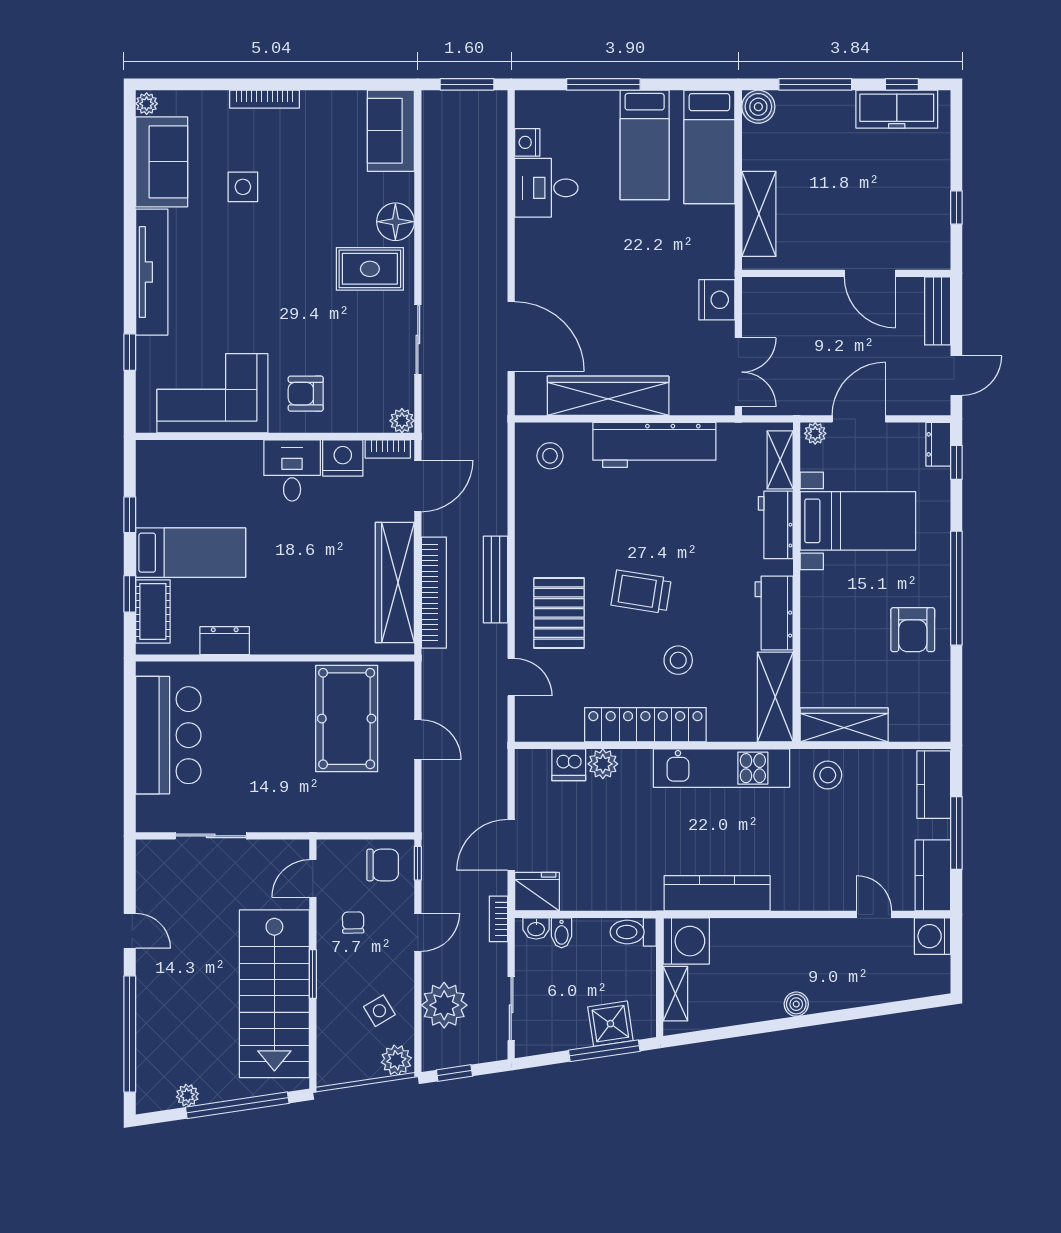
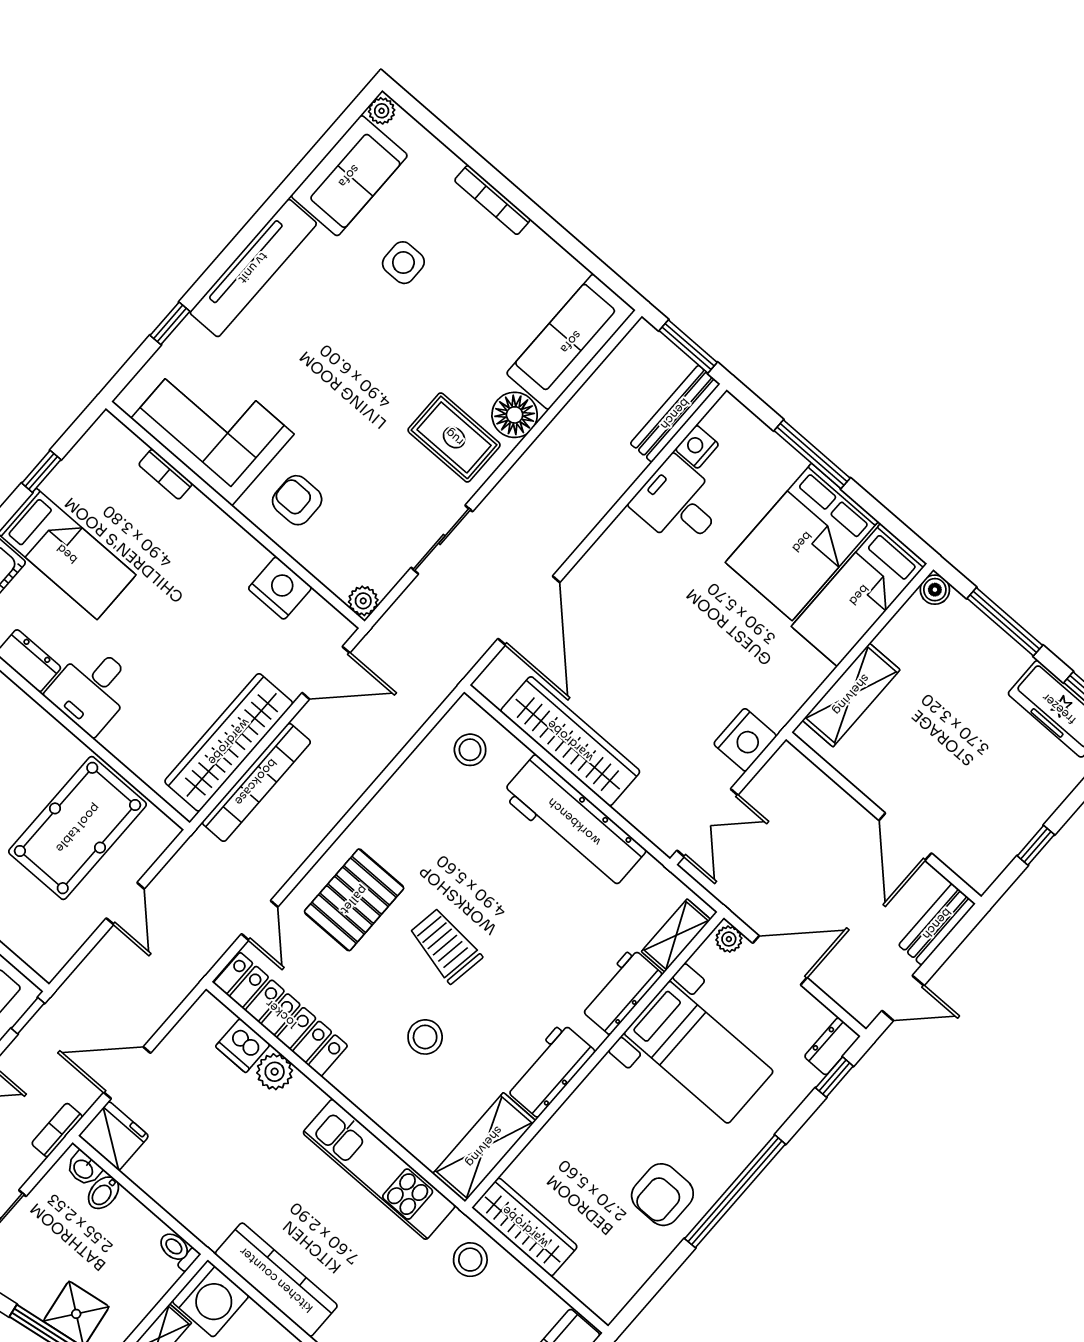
boiler: (758, 107) -> (935, 590), width x0.73, depth x0.73
sofa: (391, 131) -> (571, 342), width x1.36
bed: (645, 145) -> (802, 542), width x1.50
bookcase: (388, 449) -> (165, 474), moved
desk: (292, 471) -> (92, 689), moved, turned 180
bench: (495, 579) -> (675, 414), moved
locker: (645, 725) -> (281, 1014), moved
toilet: (633, 932) -> (178, 1250), width x0.73, depth x0.72

